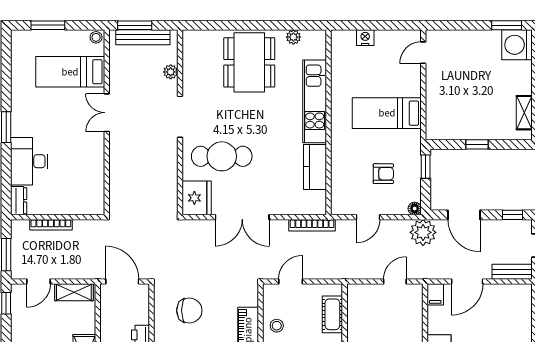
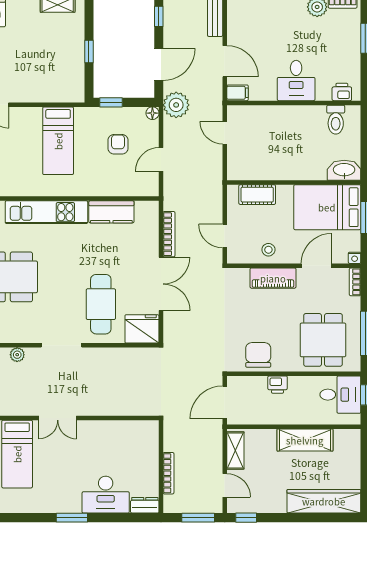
door: (368, 217) -> (161, 159), swing flipped
bookcase: (312, 225) -> (169, 234), moved
chair: (189, 310) -> (258, 355), moved

